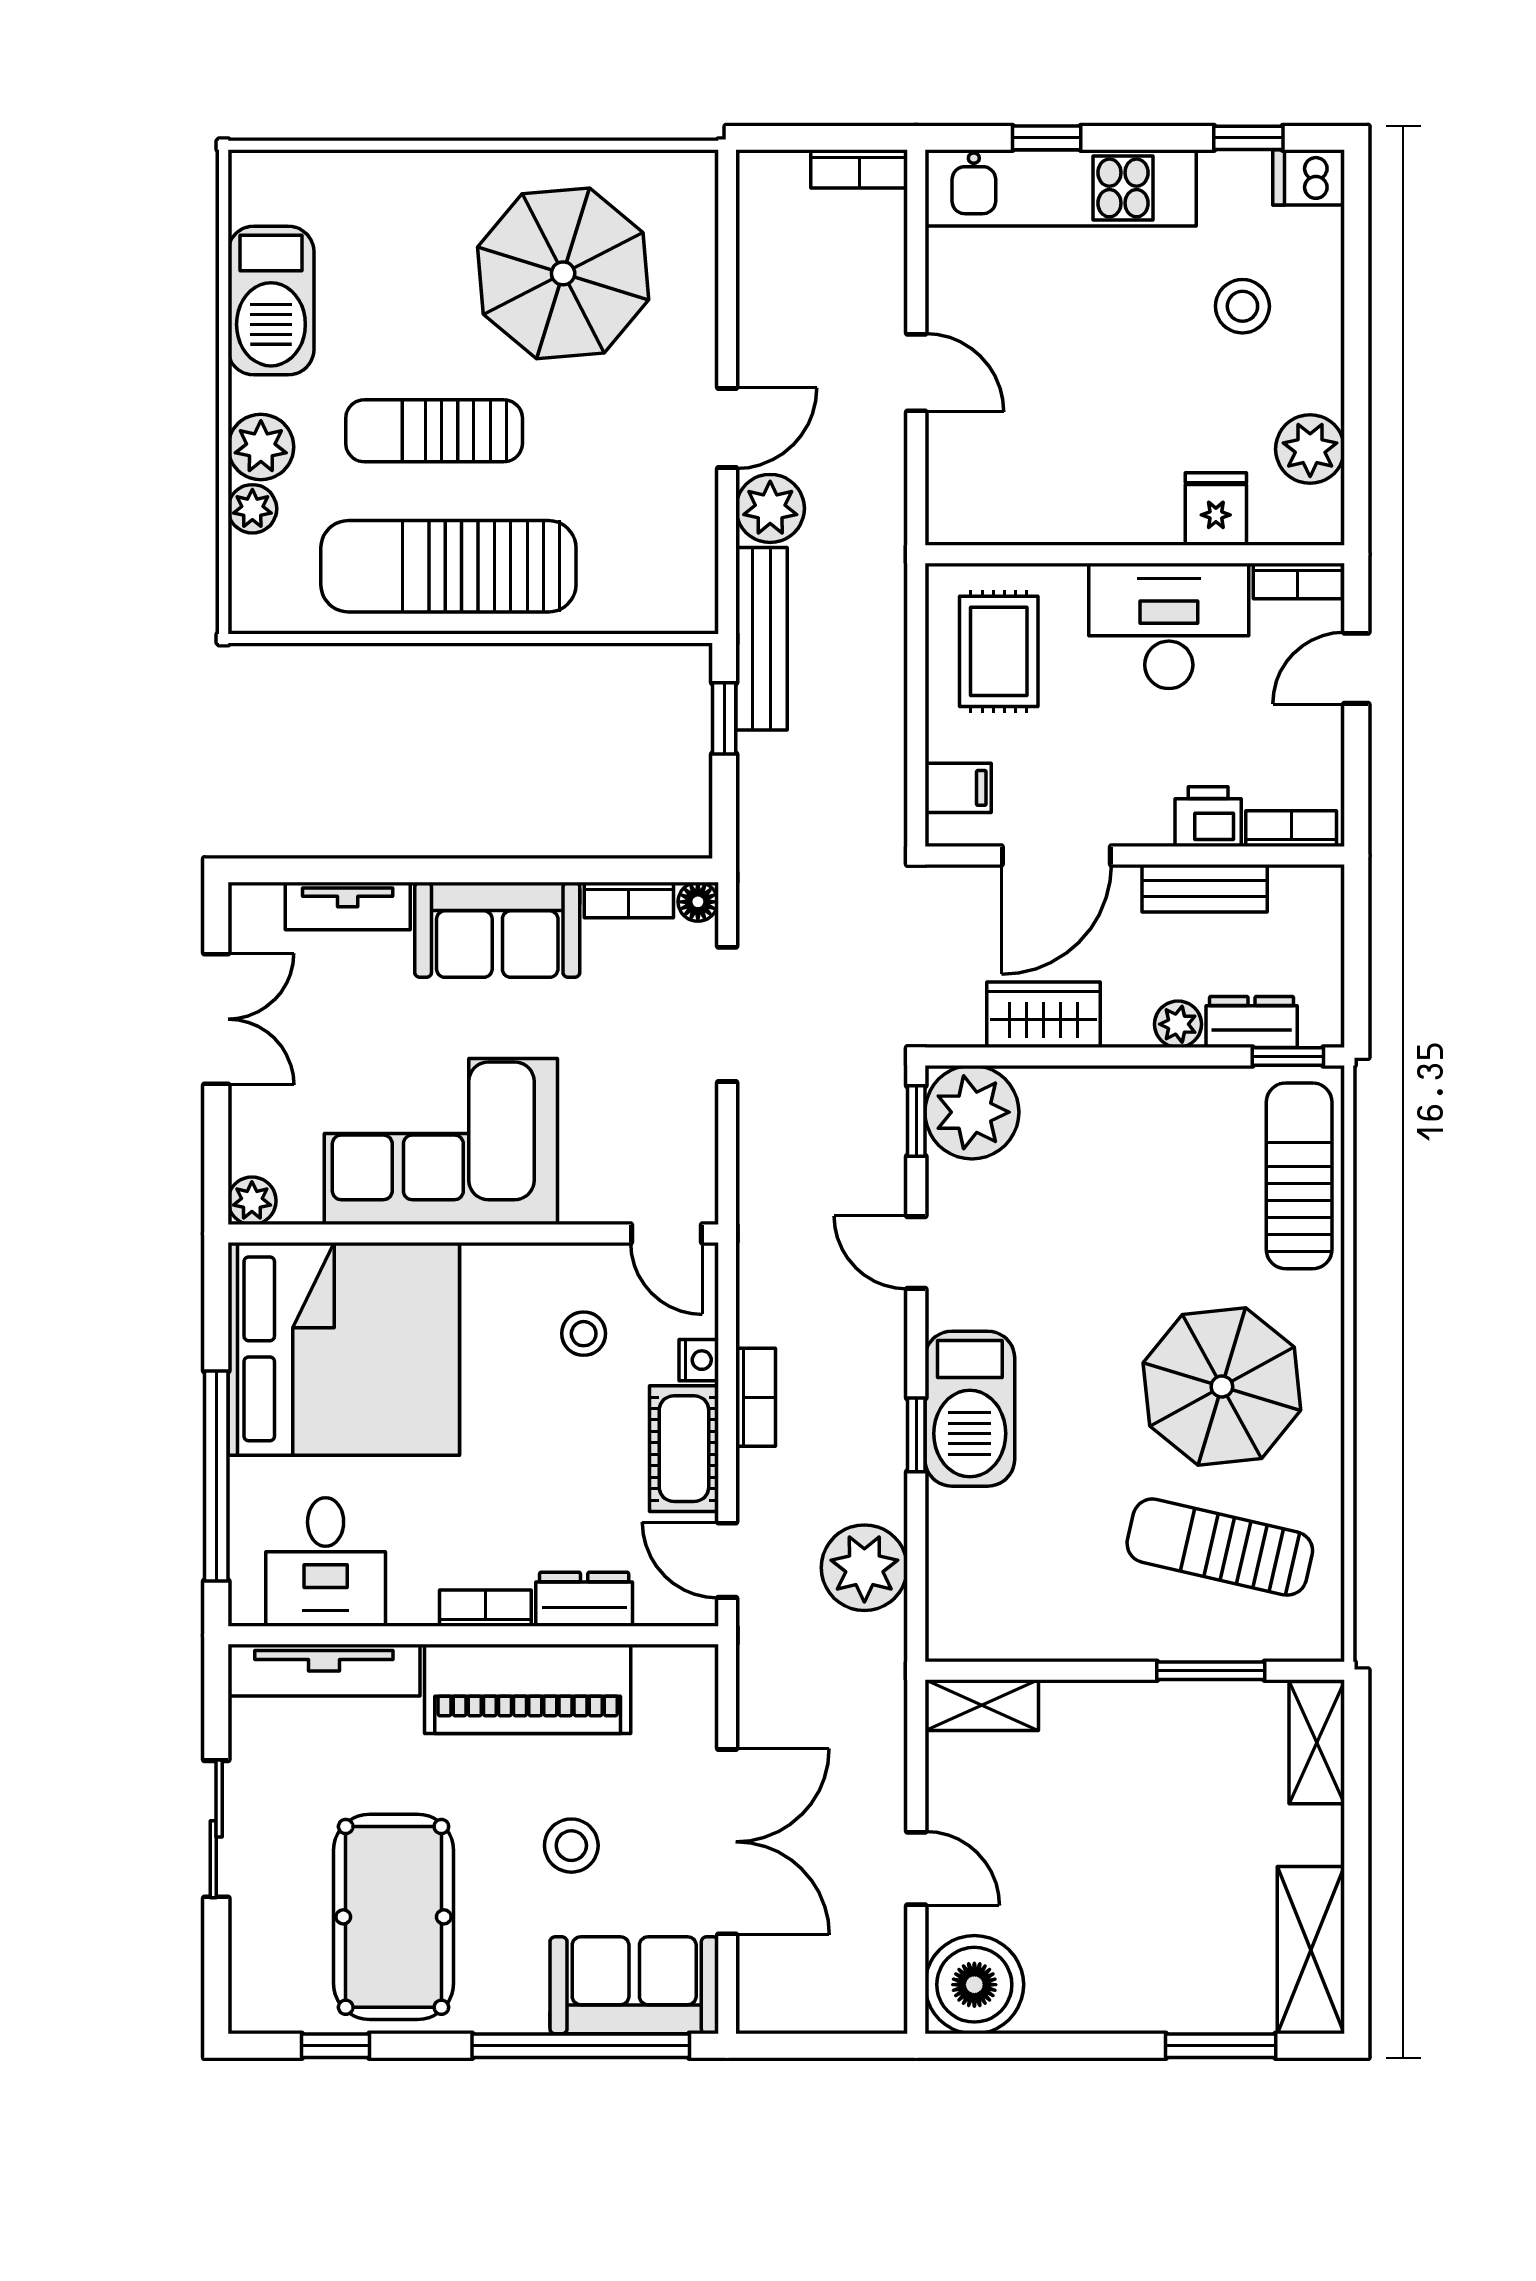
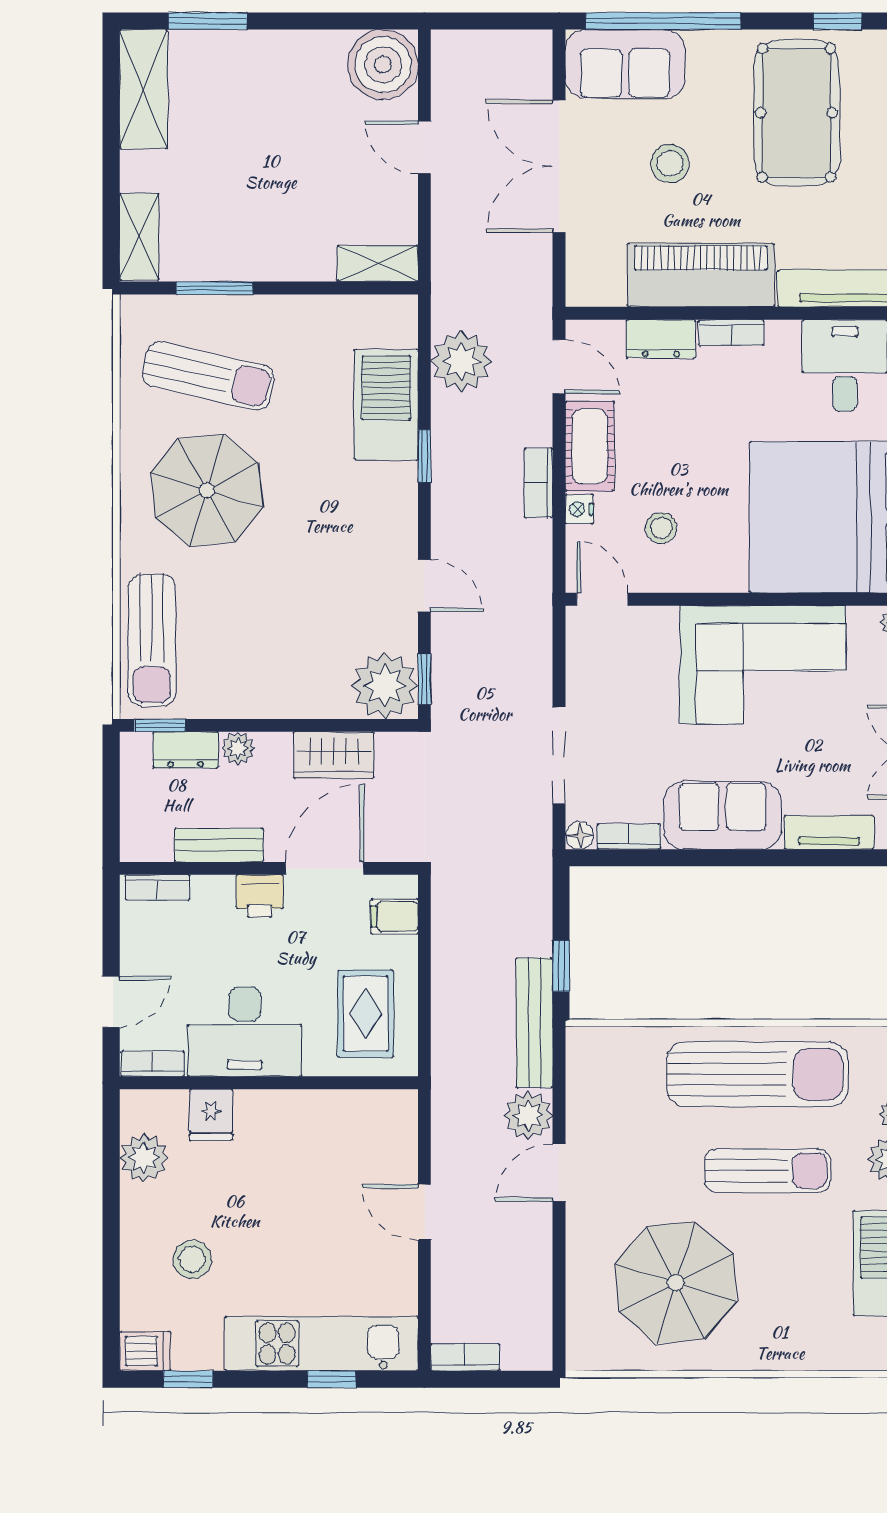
printer: (1208, 817) -> (260, 896), moved
barbecue: (970, 1409) -> (386, 405), moved

